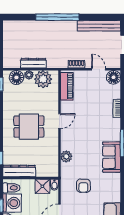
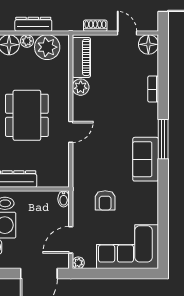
door: (59, 121) -> (71, 132), moved
dining table: (29, 127) -> (27, 115), width x1.37
plant: (66, 156) -> (81, 87), moved
shower: (42, 186) -> (46, 201), removed

